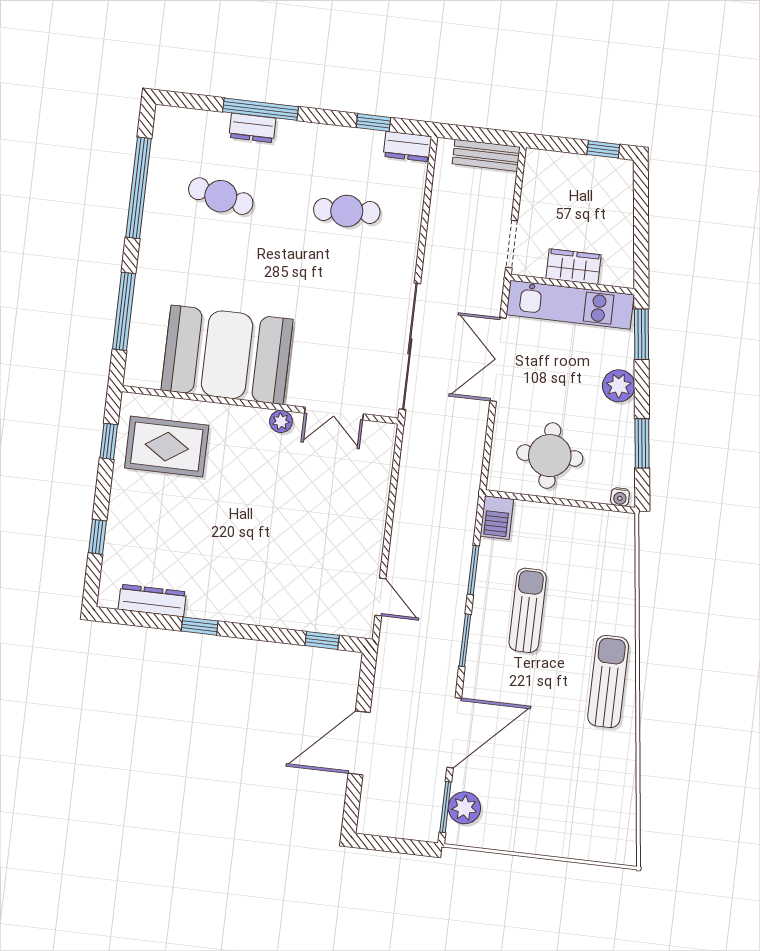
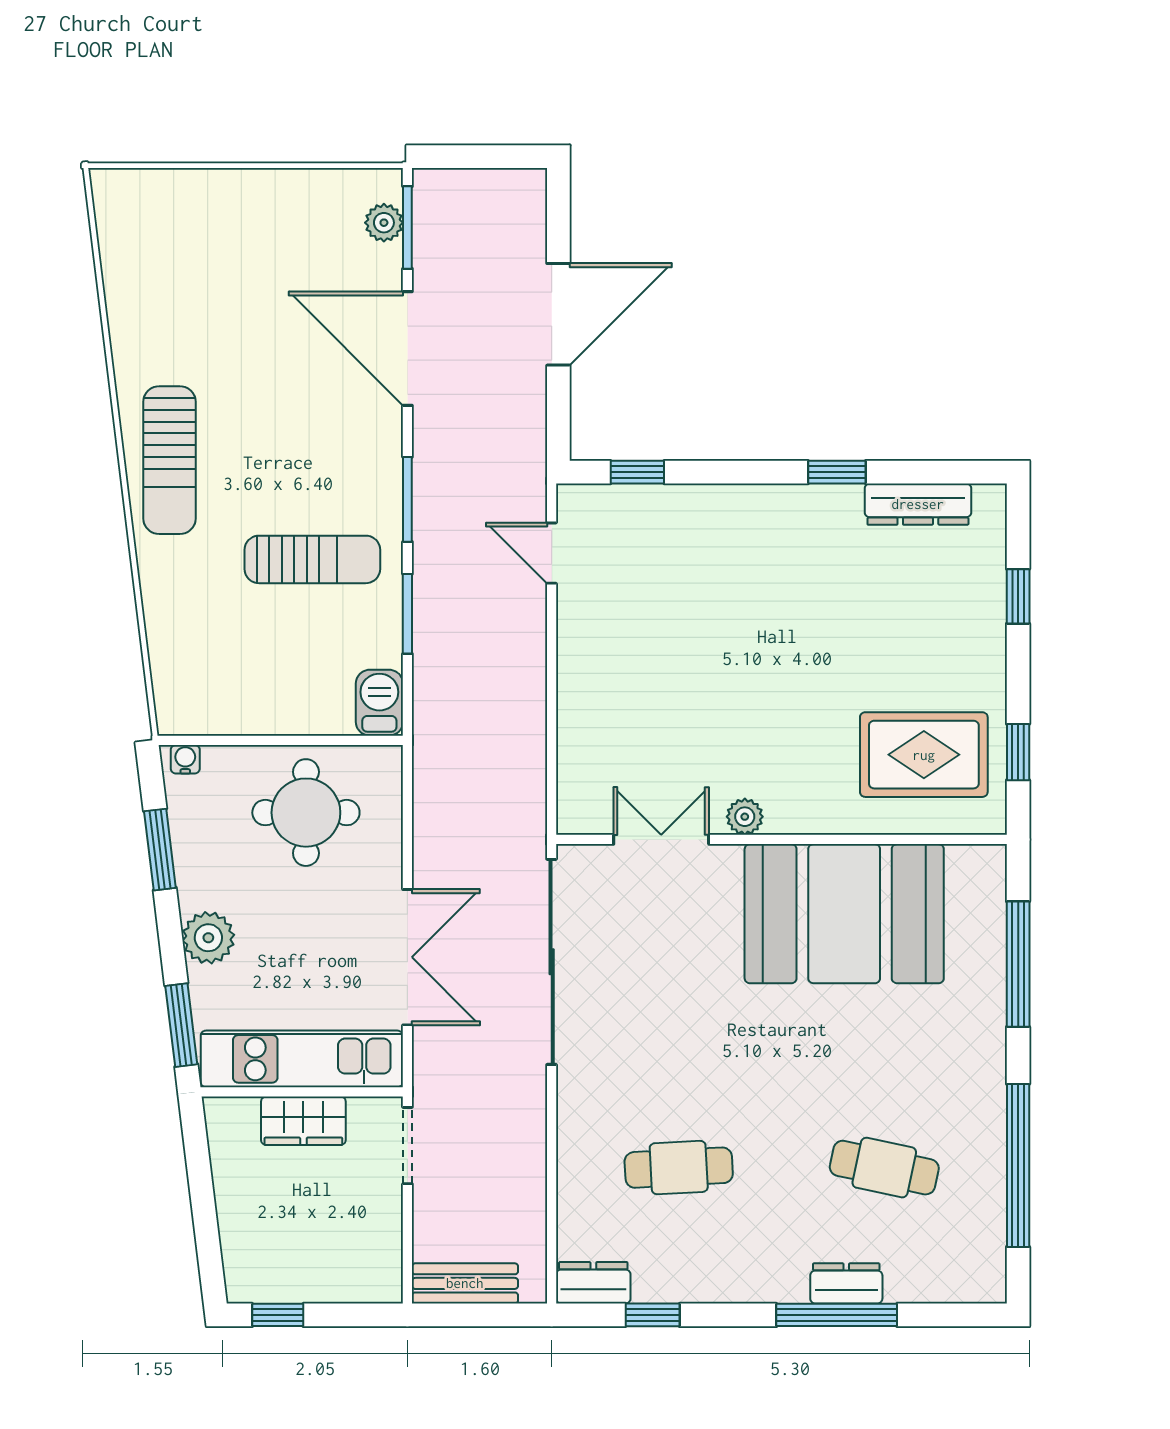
sun lounger: (528, 610) -> (312, 559), turned -90
door: (454, 733) -> (407, 349), hinge flipped
plant: (464, 808) -> (384, 223), width x0.73, depth x0.73

